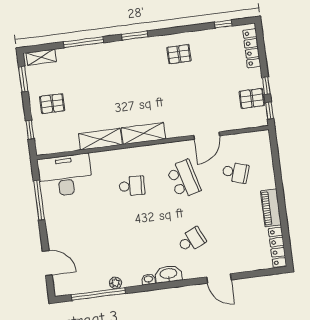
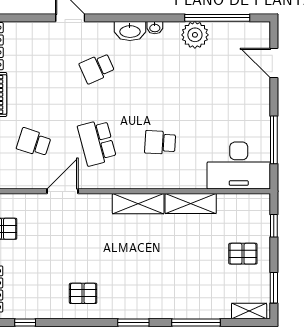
plant: (116, 283) -> (195, 35), width x1.87, depth x1.87

